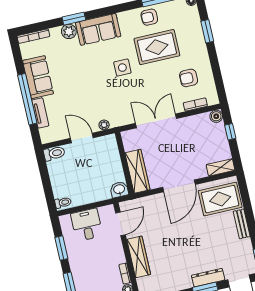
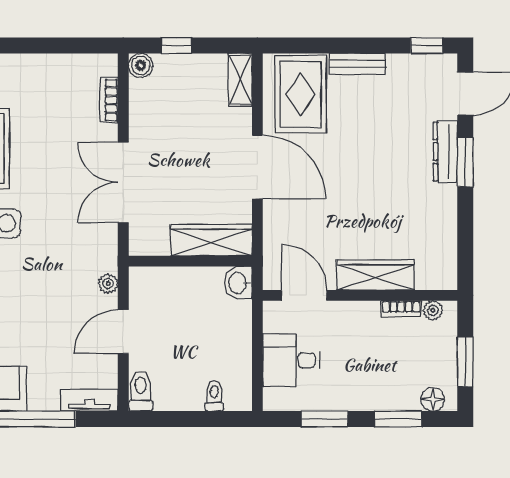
armchair: (189, 78) -> (55, 102), removed
tv unit: (40, 113) -> (89, 400), moved
toilet: (63, 203) -> (214, 396), moved

